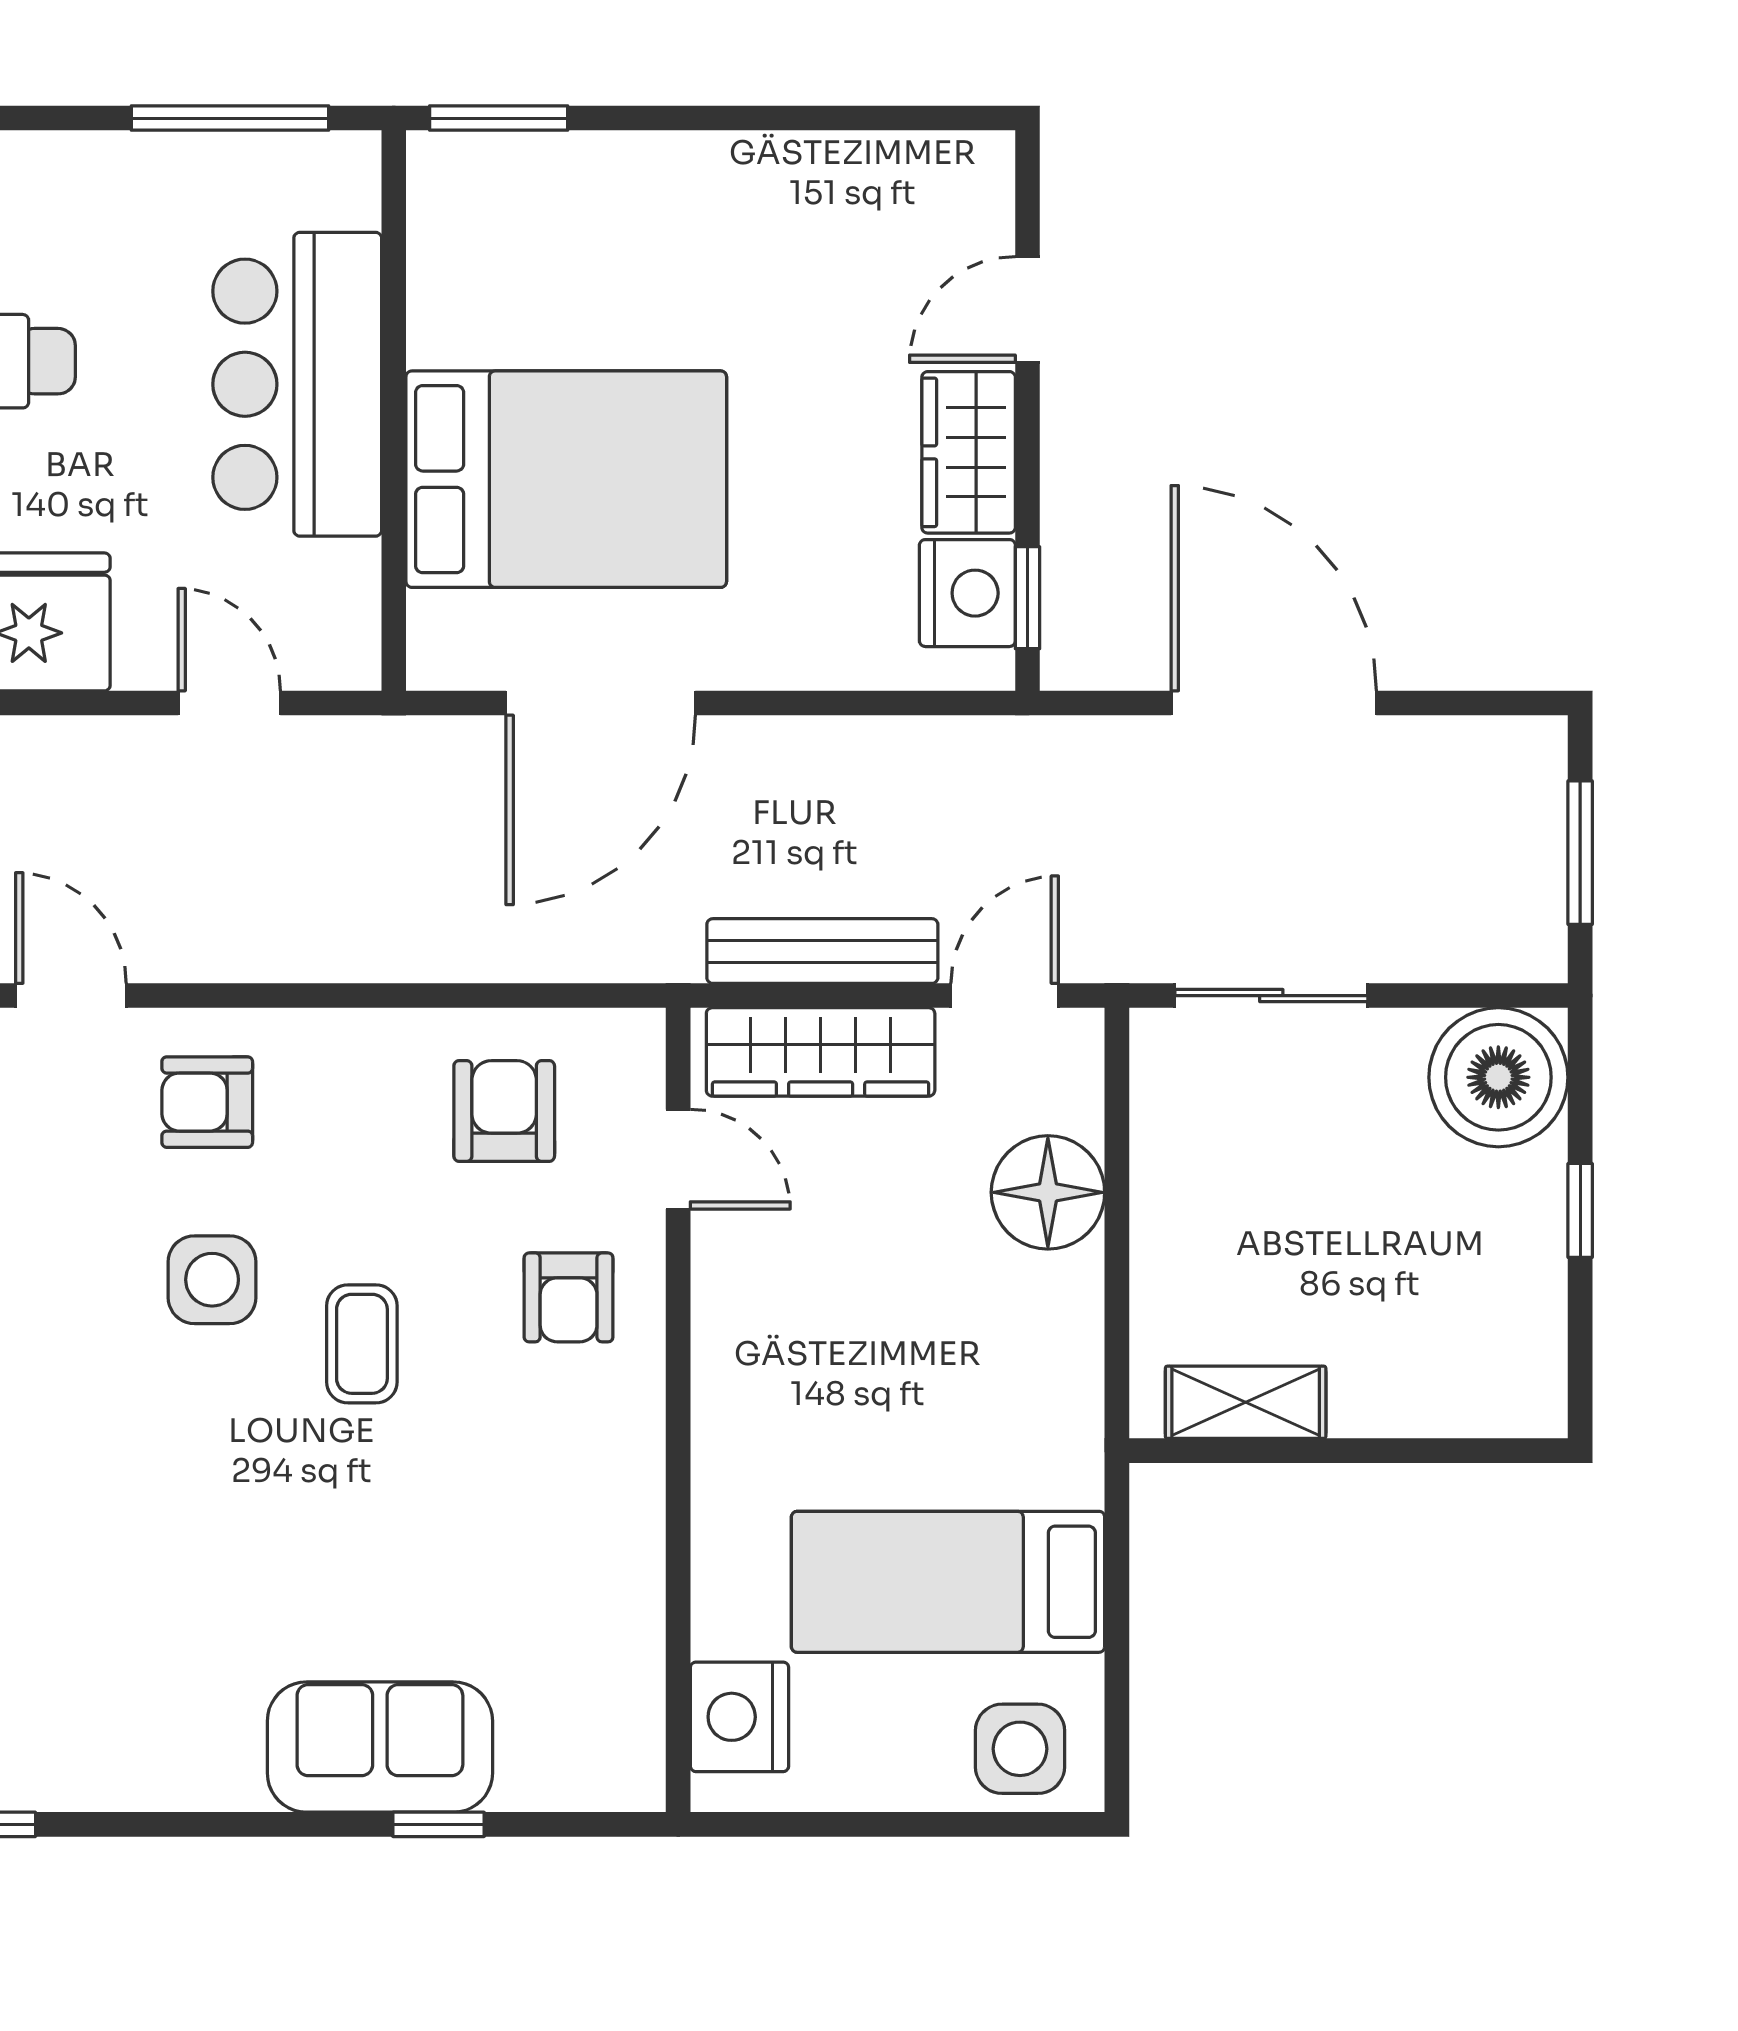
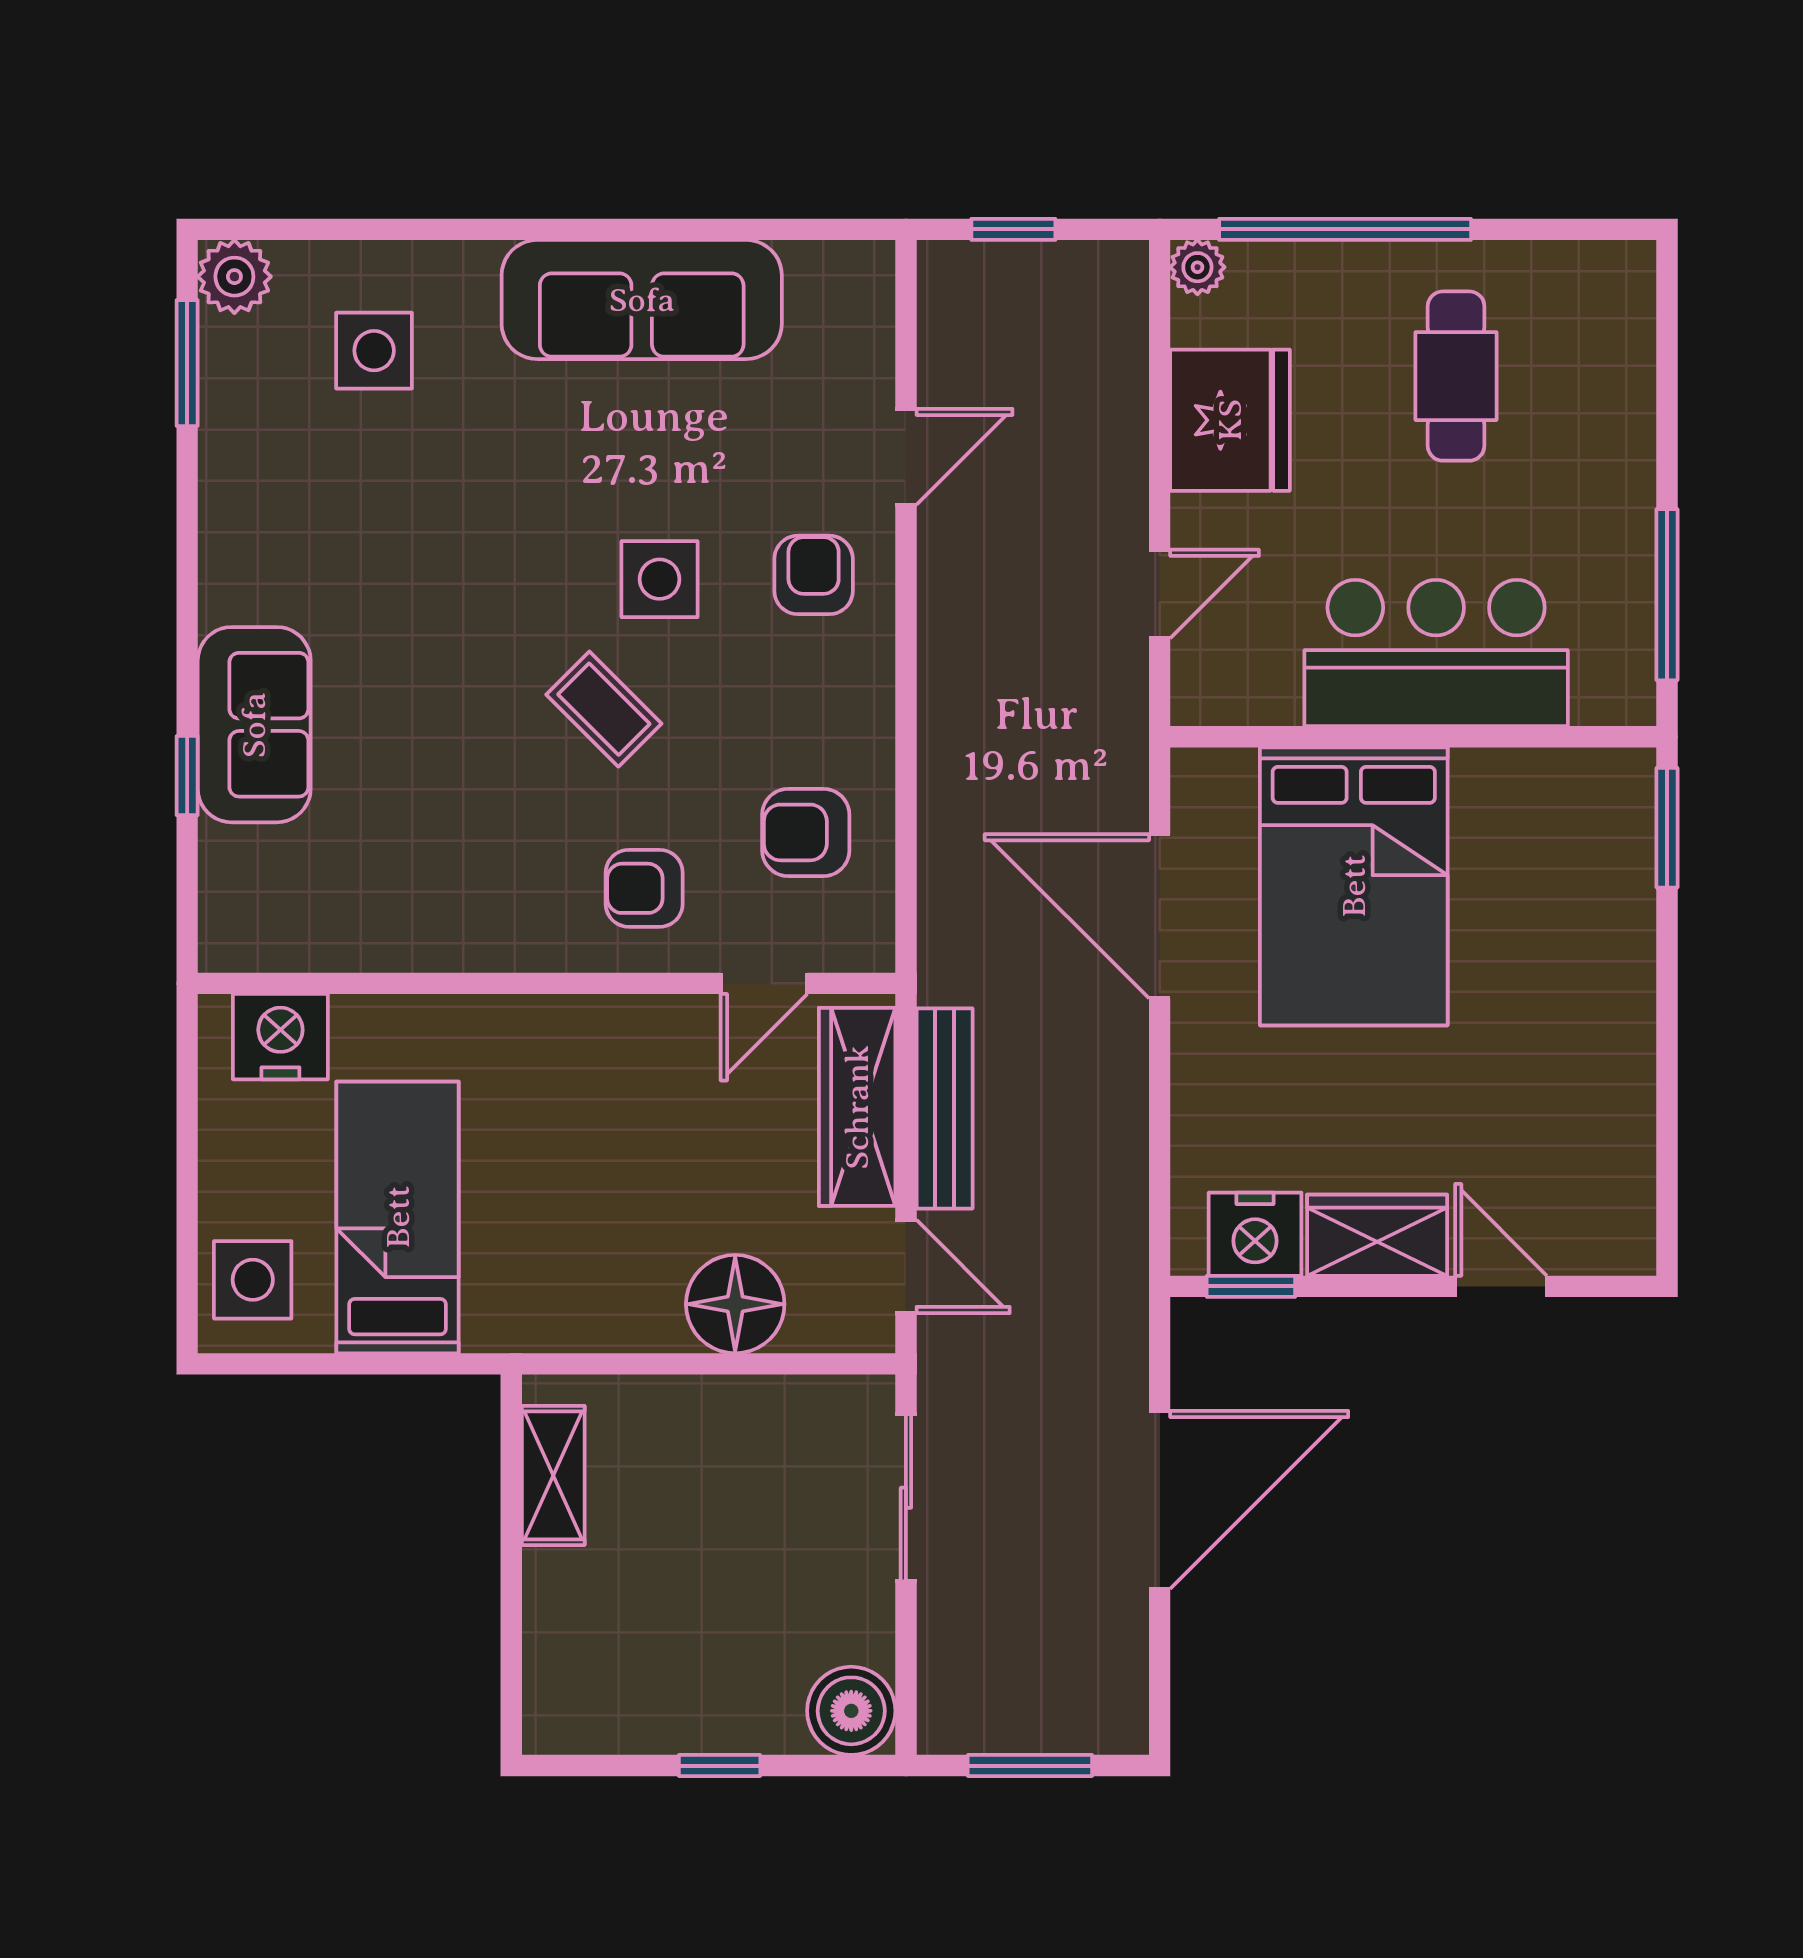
boiler: (1498, 1077) -> (851, 1711), width x0.73, depth x0.73
armchair: (504, 1111) -> (806, 832), turned 180
coffee table: (362, 1344) -> (604, 709), turned 45

